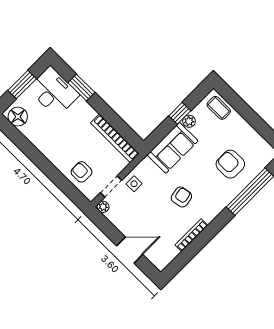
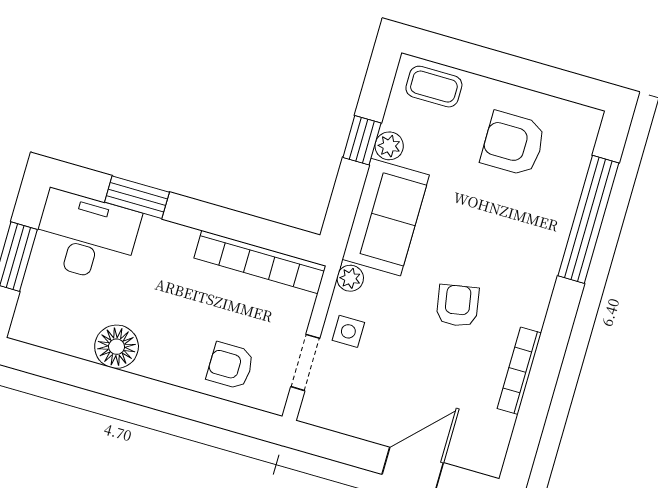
floor lamp: (18, 117) -> (117, 347), moved
armchair: (230, 164) -> (513, 144), moved
plant: (103, 207) -> (350, 278), moved

